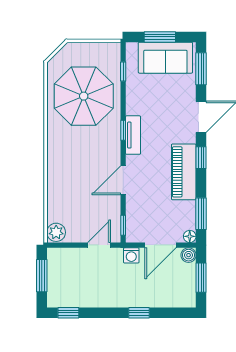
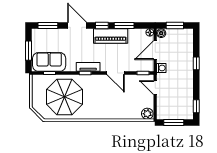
sofa: (165, 58) -> (49, 62), moved, turned -90
window: (201, 214) -> (124, 26), moved
door: (161, 245) -> (155, 50), swing flipped

